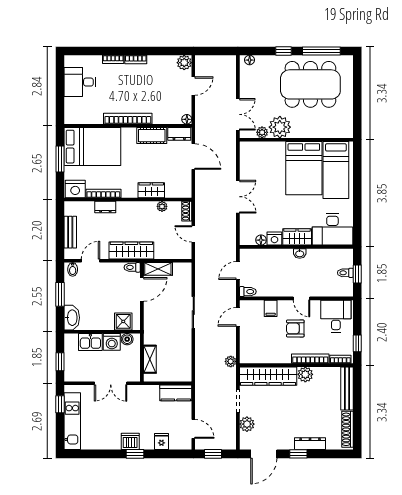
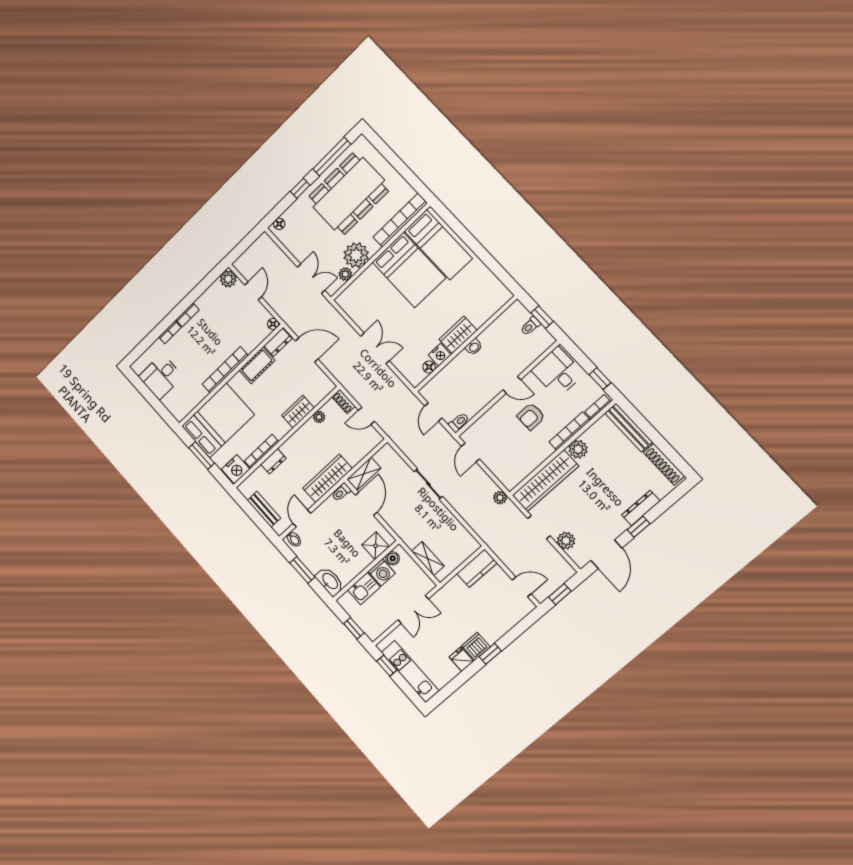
bookcase: (327, 132) -> (400, 220), added
desk: (332, 229) -> (483, 299), removed
filing cabinet: (271, 308) -> (492, 419), removed
fridge: (161, 442) -> (461, 659), moved

